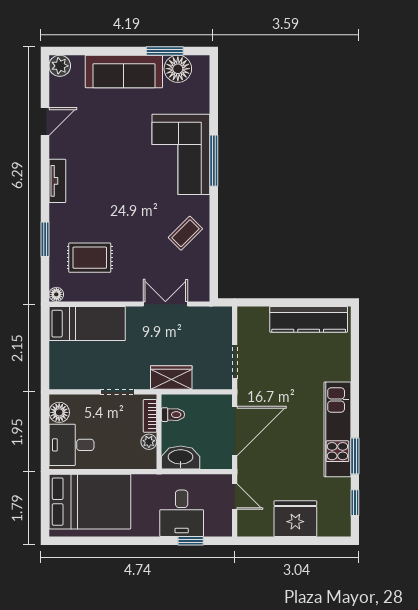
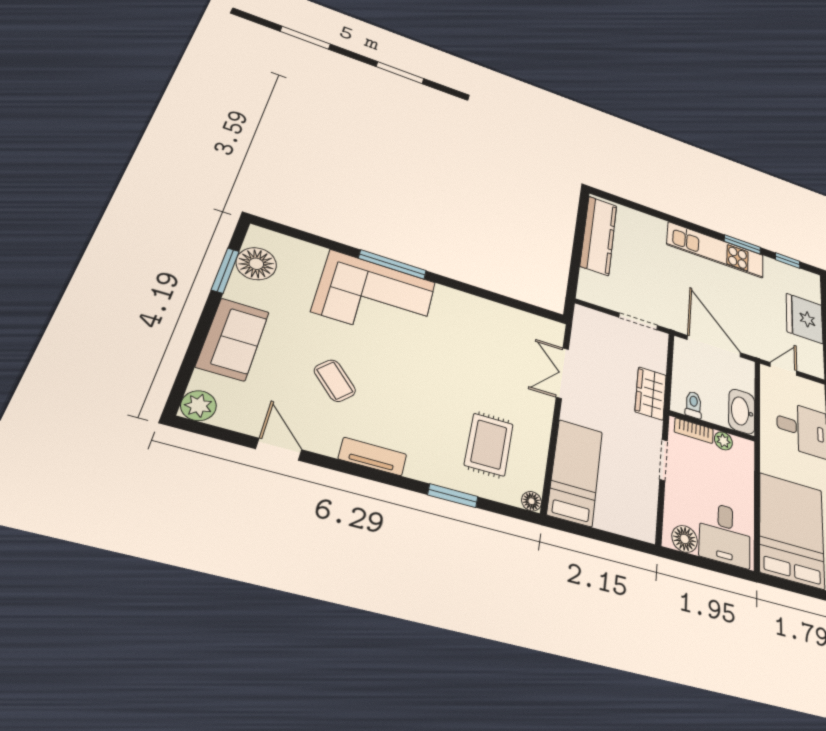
sofa: (124, 71) -> (233, 339), width x0.73
coffee table: (185, 233) -> (335, 381), moved

